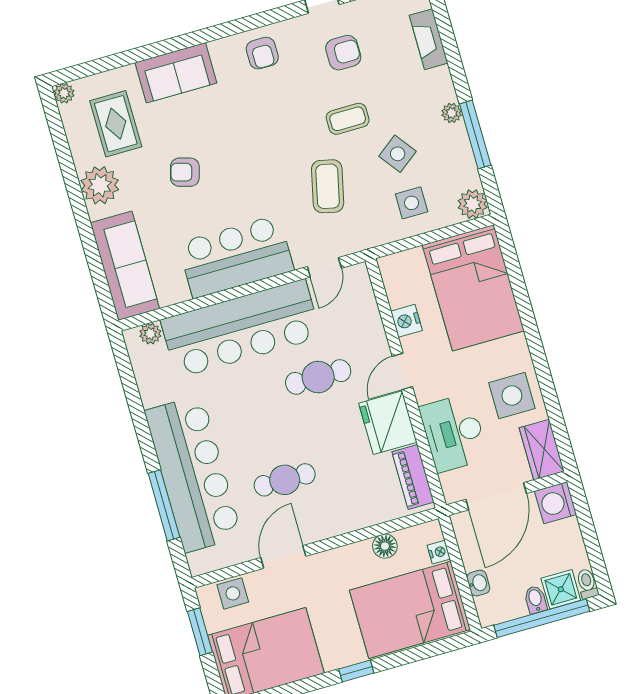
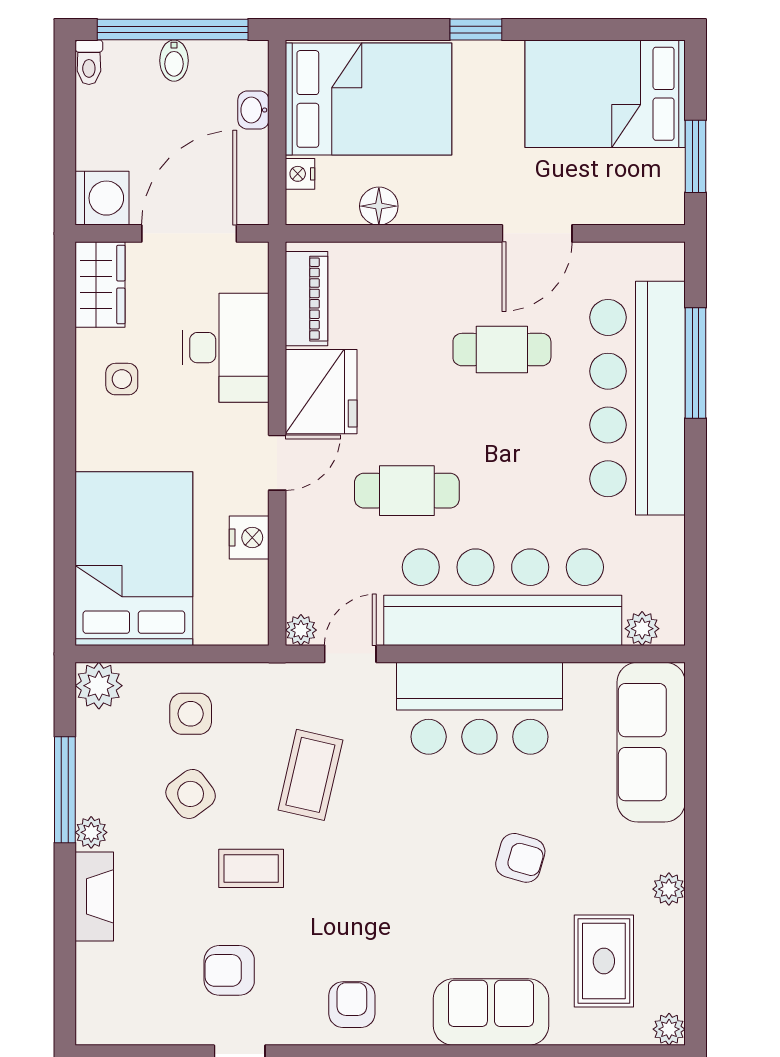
fireplace: (429, 39) -> (94, 896), moved
plant: (100, 185) -> (669, 889), width x0.53, depth x0.53
plant: (359, 273) -> (301, 630), added
side table: (512, 396) -> (122, 379), width x0.54, depth x0.54
shower: (561, 589) -> (131, 65), removed
side table: (233, 593) -> (629, 200), removed

